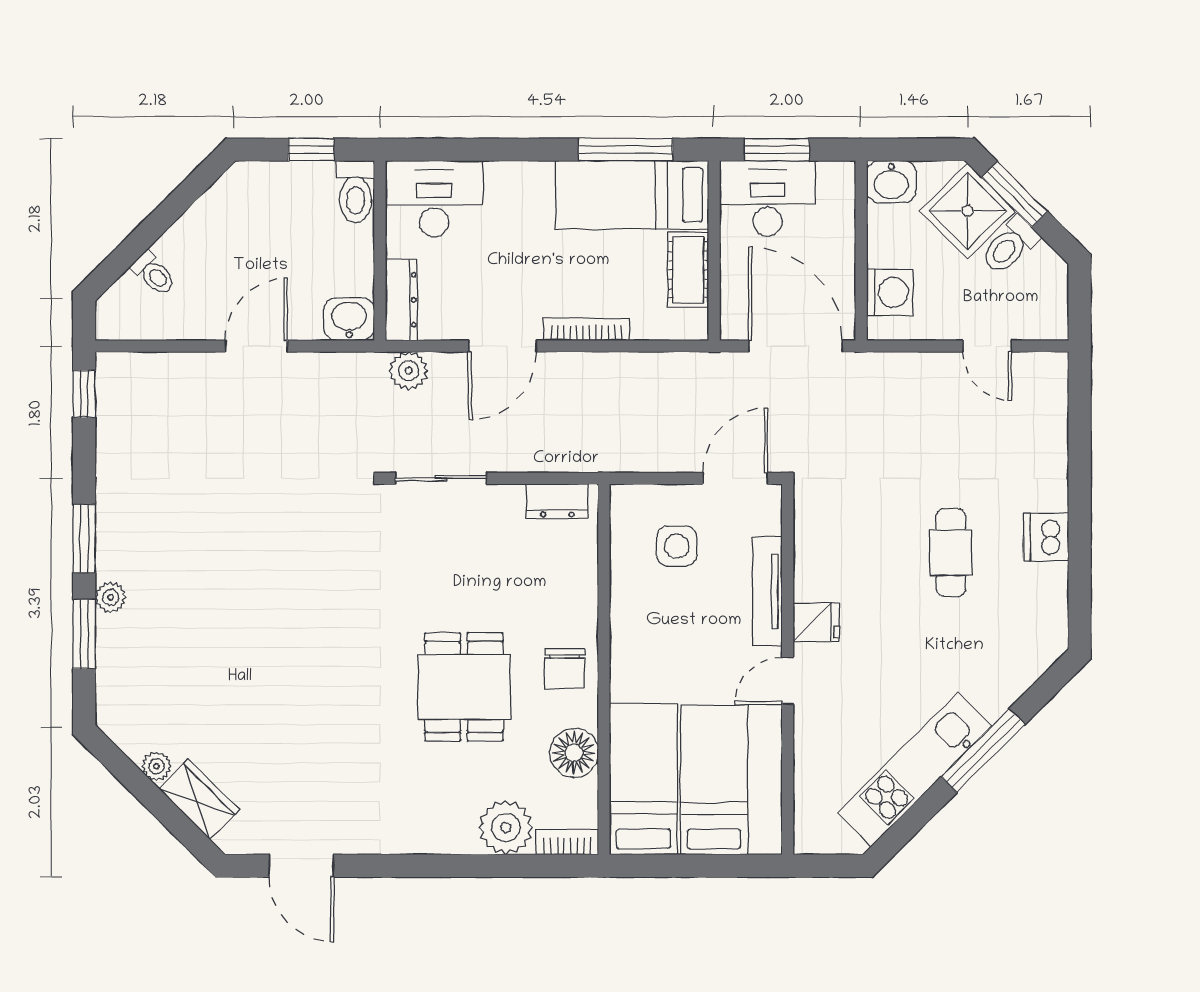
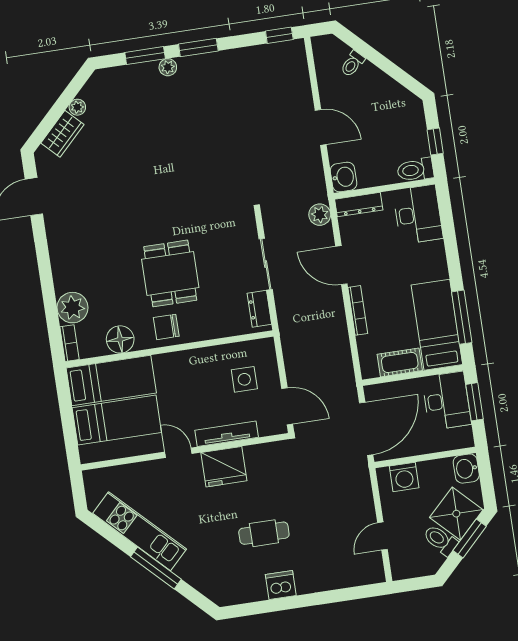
sliding door: (441, 478) -> (266, 264), moved
fridge: (816, 622) -> (224, 467), width x1.88, depth x1.34
dining table: (464, 687) -> (170, 273), moved, turned 90

